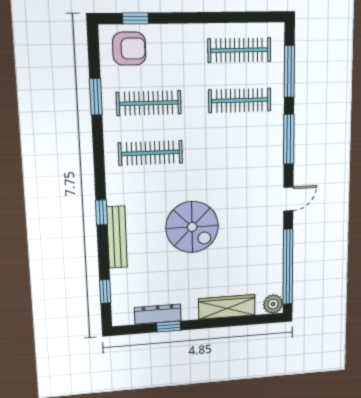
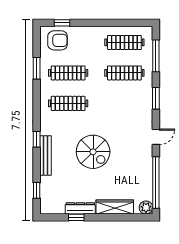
window: (289, 139) -> (156, 98), width x0.69
dresser: (158, 314) -> (80, 208), moved

